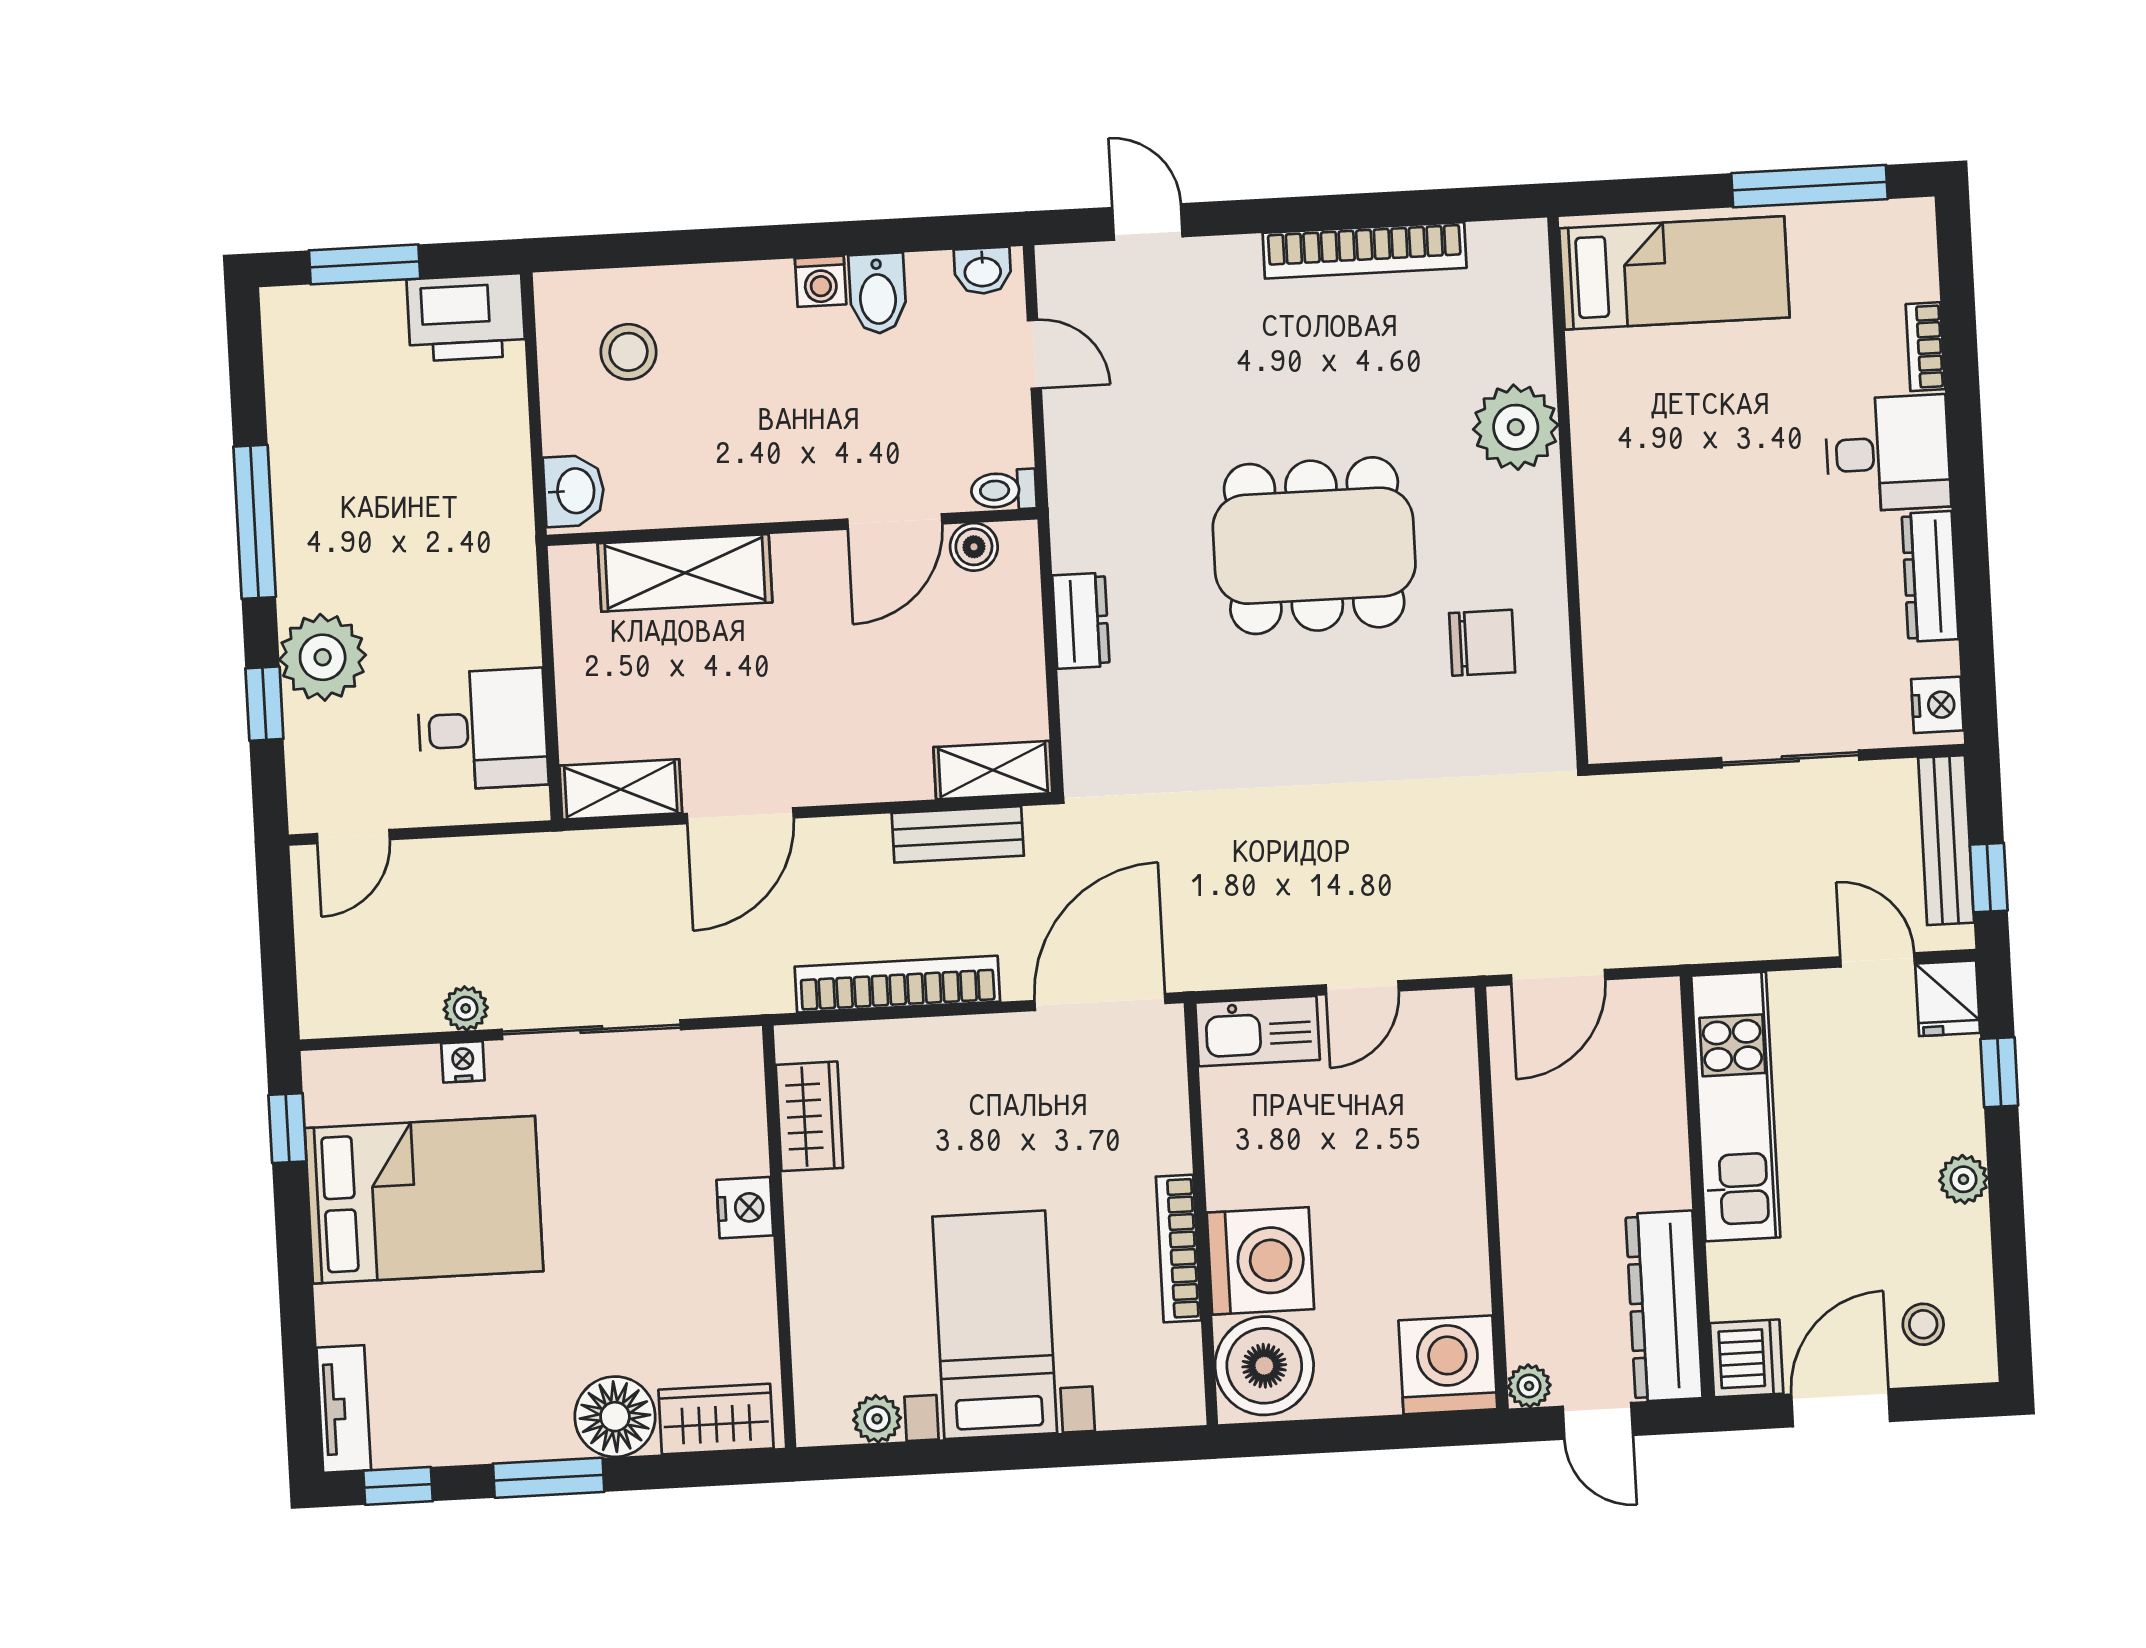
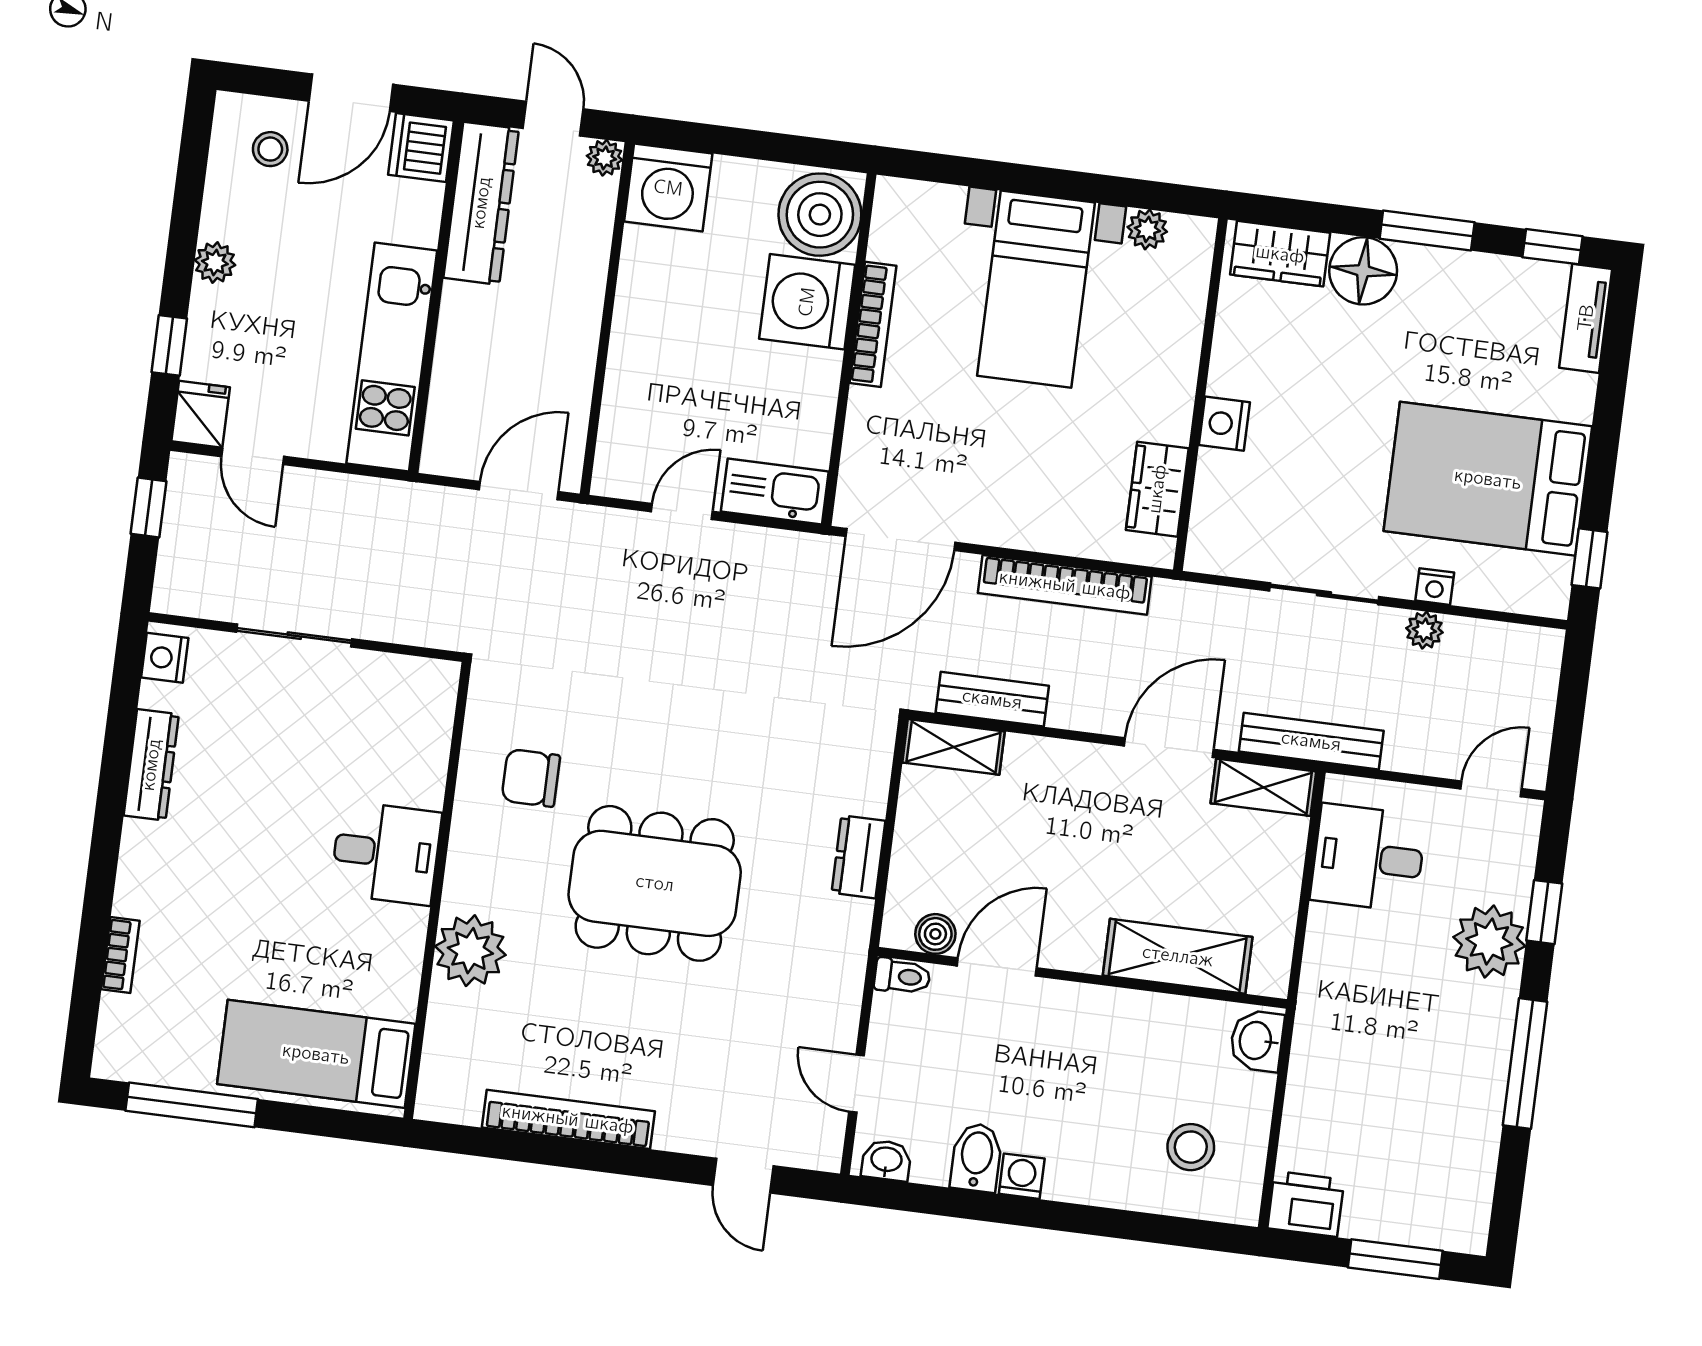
printer: (466, 317) -> (1306, 1204), width x0.73, depth x0.84
desk: (1888, 453) -> (386, 853), moved, turned 180
bench: (1946, 840) -> (1311, 741), moved, turned 90
sliding door: (591, 1030) -> (1324, 594), width x0.73

